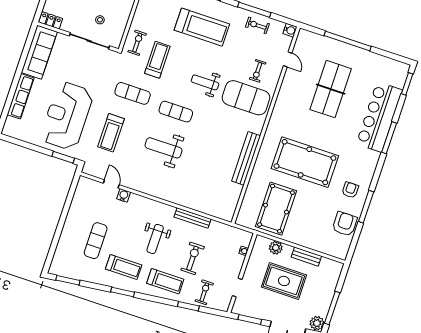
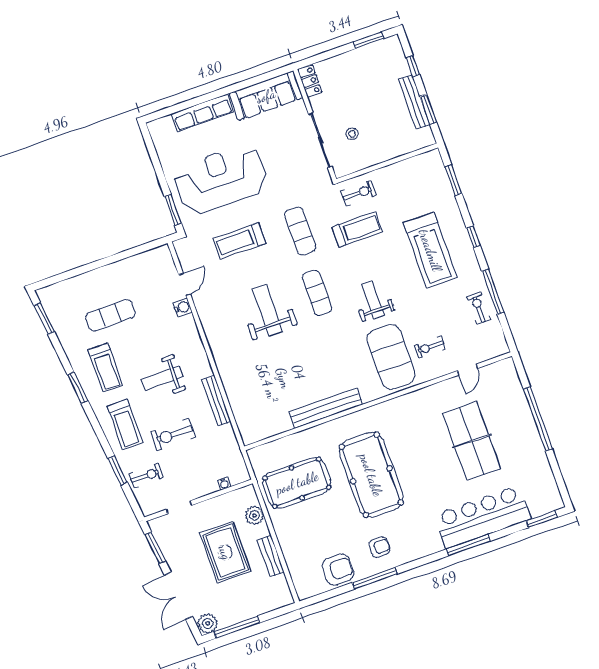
water cooler: (290, 30) -> (501, 348), removed
table tennis table: (331, 89) -> (472, 441), turned 90
exercise bike: (193, 258) -> (173, 435), turned 180

